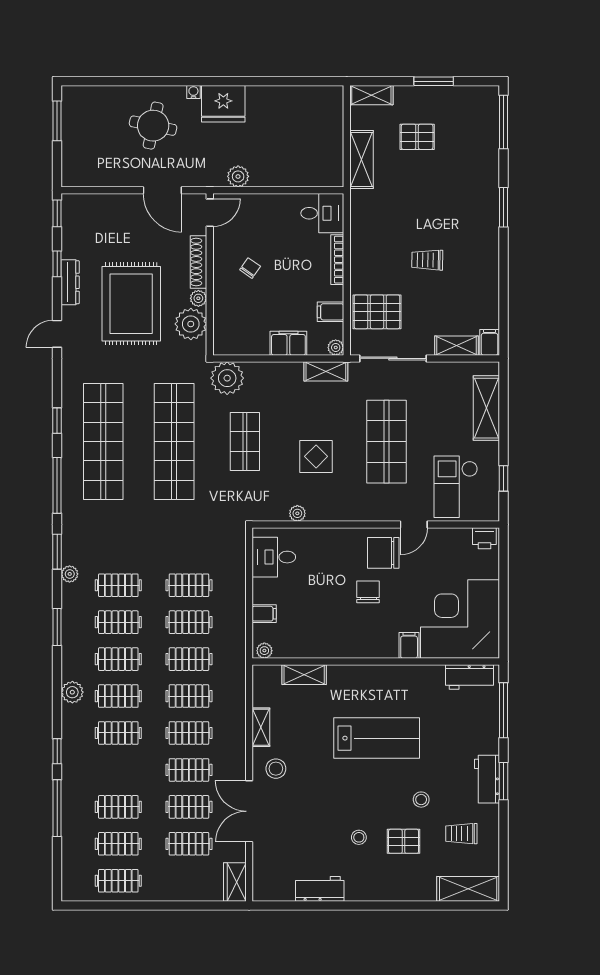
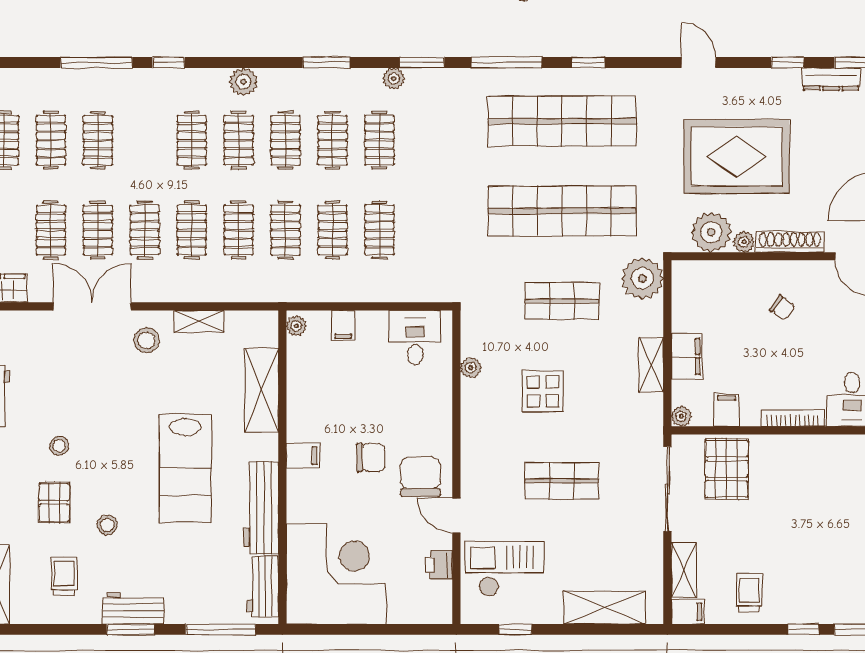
window: (503, 251) -> (804, 629), added
trolley: (427, 260) -> (749, 593), moved
dresser: (70, 282) -> (831, 79), moved
shelving: (326, 371) -> (651, 365), moved
shop shelf: (386, 442) -> (562, 481), width x0.70, depth x0.74
printer: (484, 538) -> (439, 565), moved
filing cabinet: (409, 645) -> (303, 456), moved
shelving: (304, 675) -> (262, 390), width x1.50, depth x1.33
workbench: (408, 678) -> (261, 508), added

